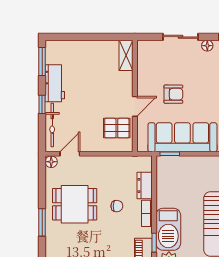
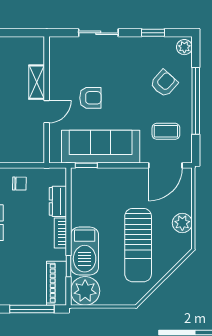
floor lamp: (207, 46) -> (129, 43), removed
shelving: (126, 55) -> (37, 82), moved
pallet: (117, 128) -> (26, 136), removed
chair: (117, 206) -> (19, 184), moved

